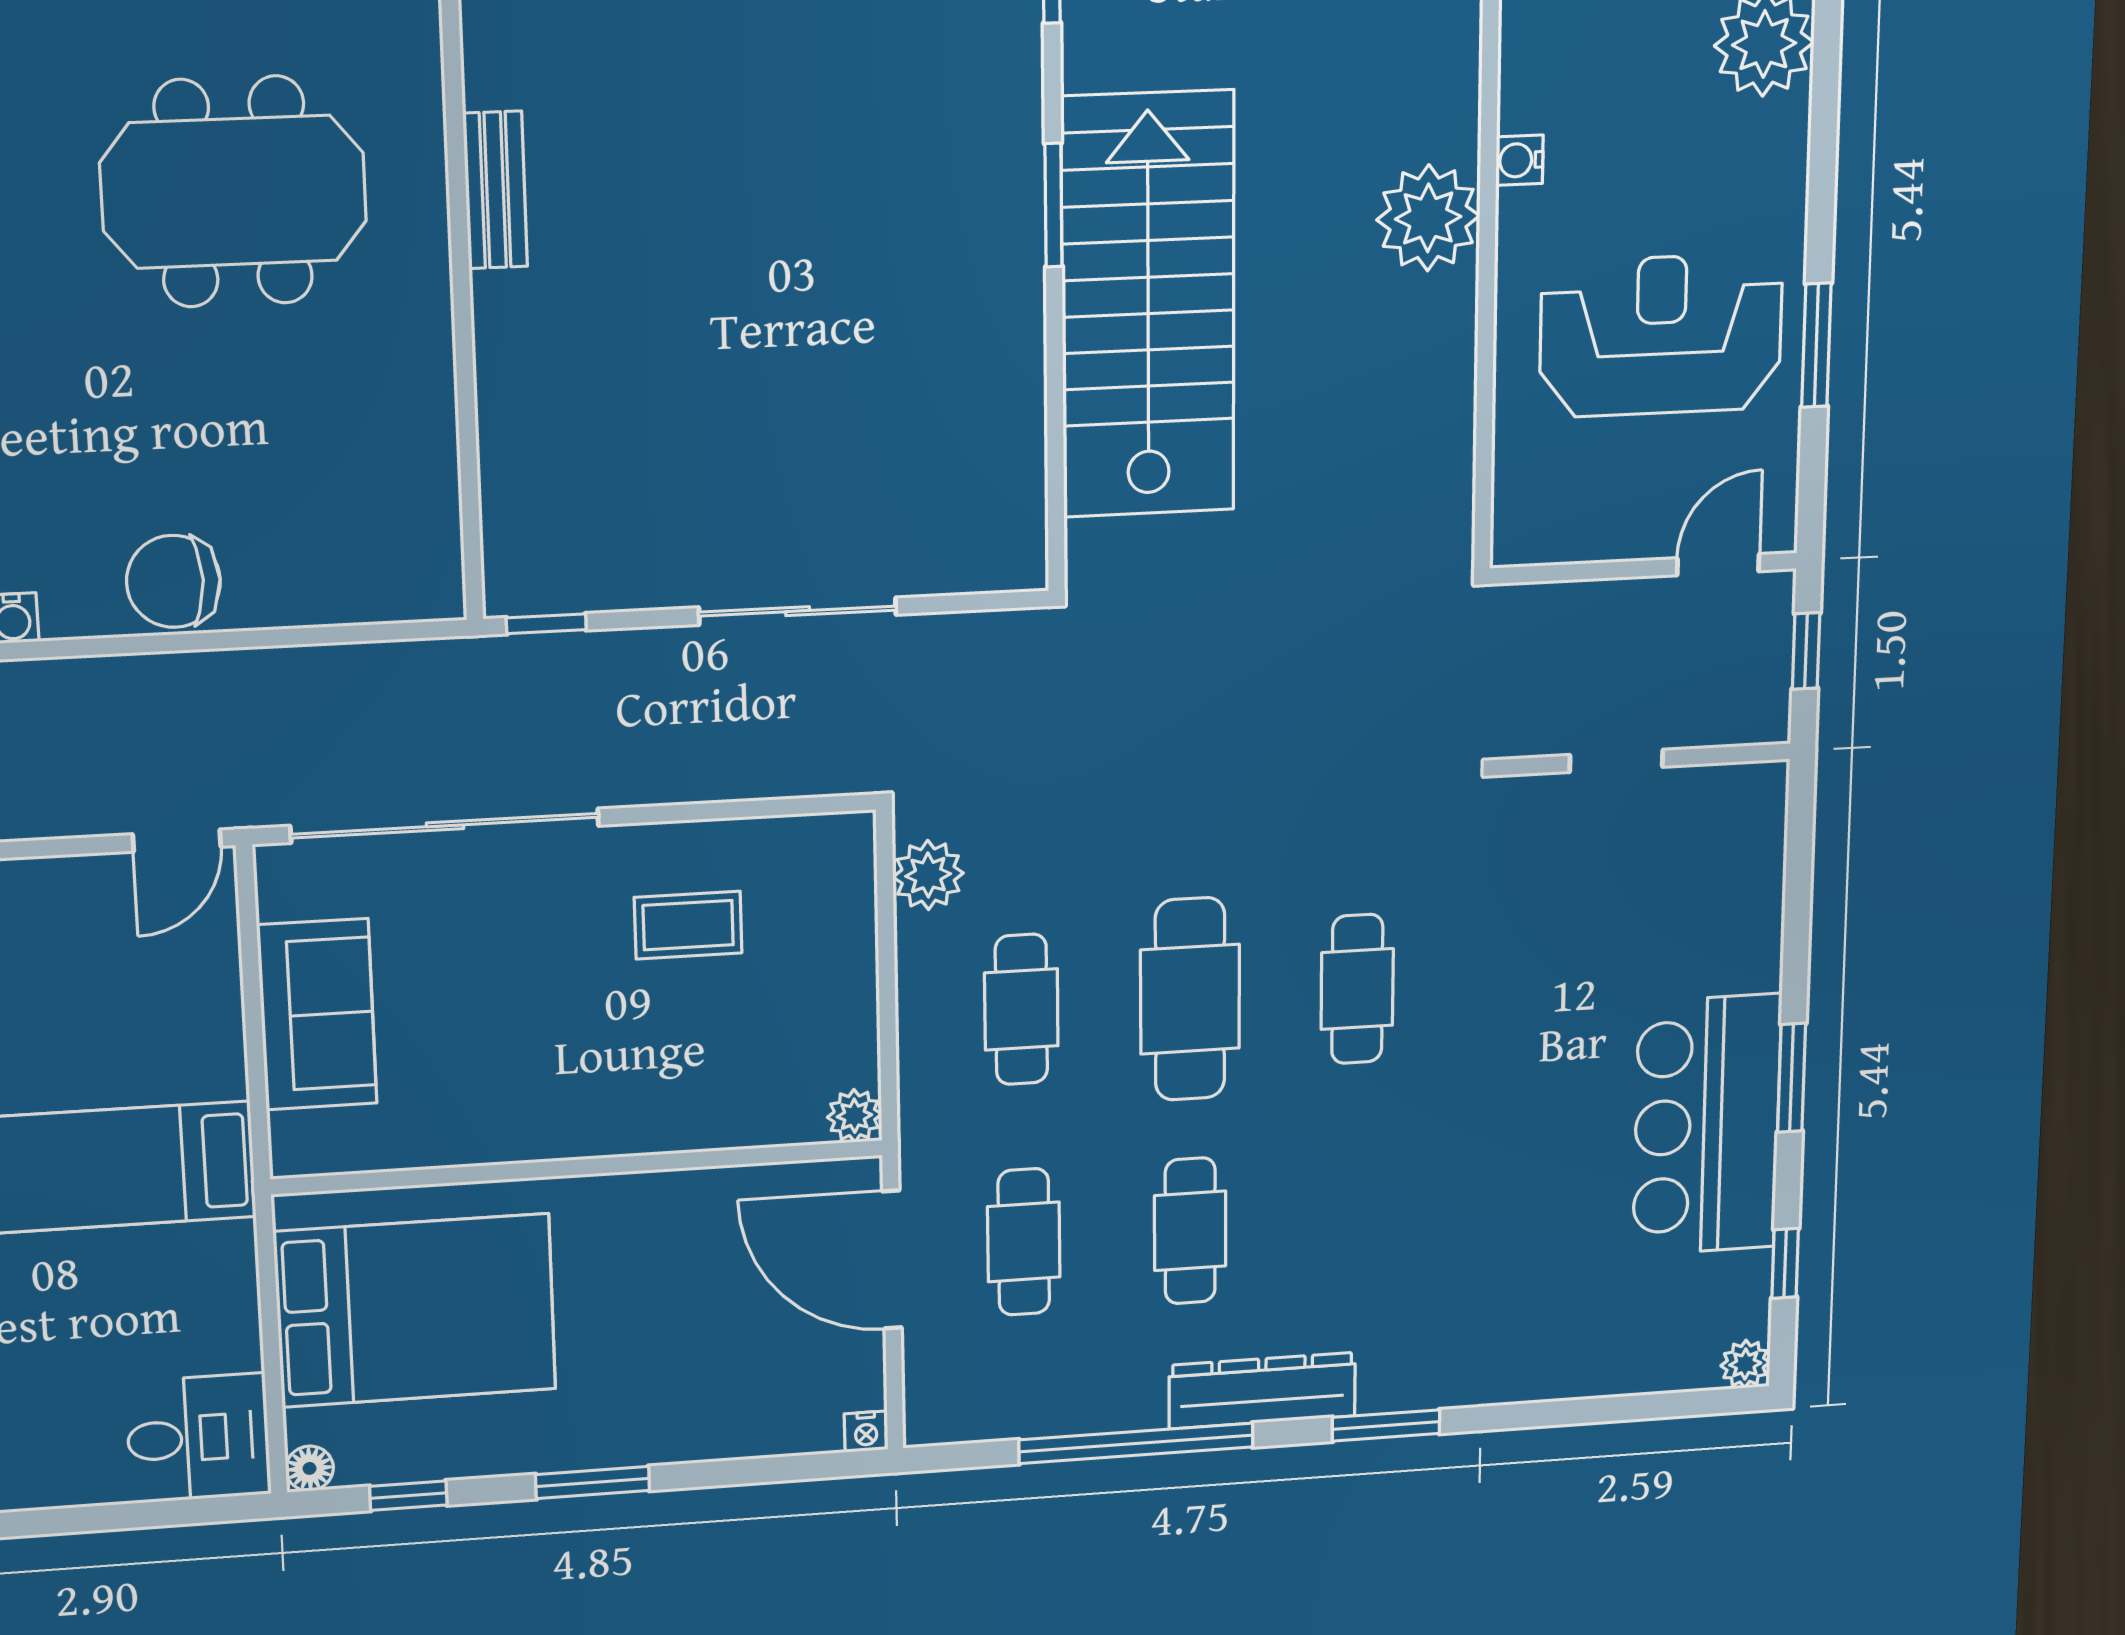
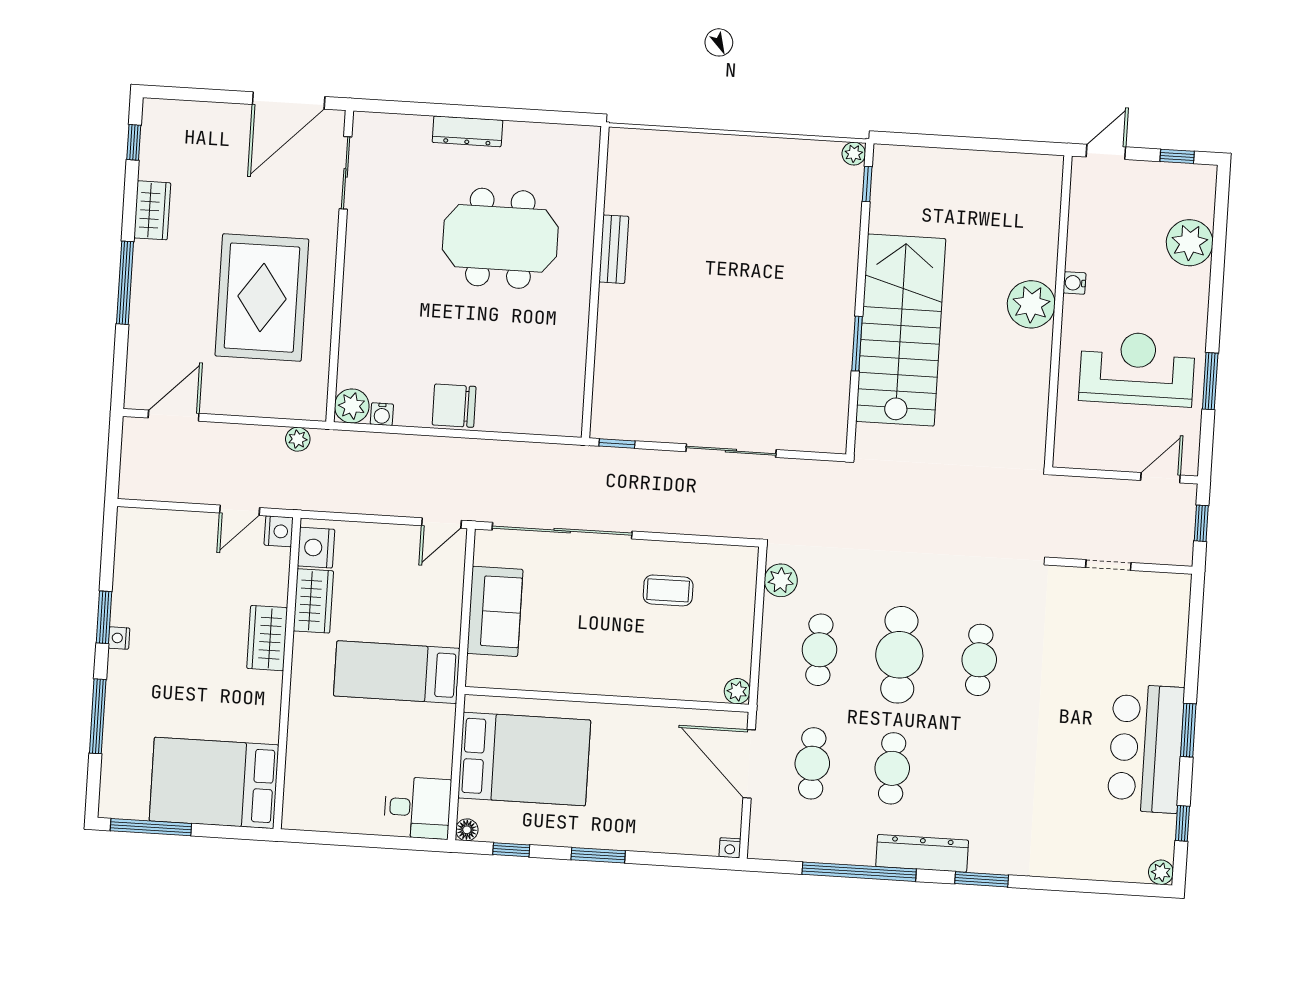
window: (1053, 205) -> (857, 344), moved

